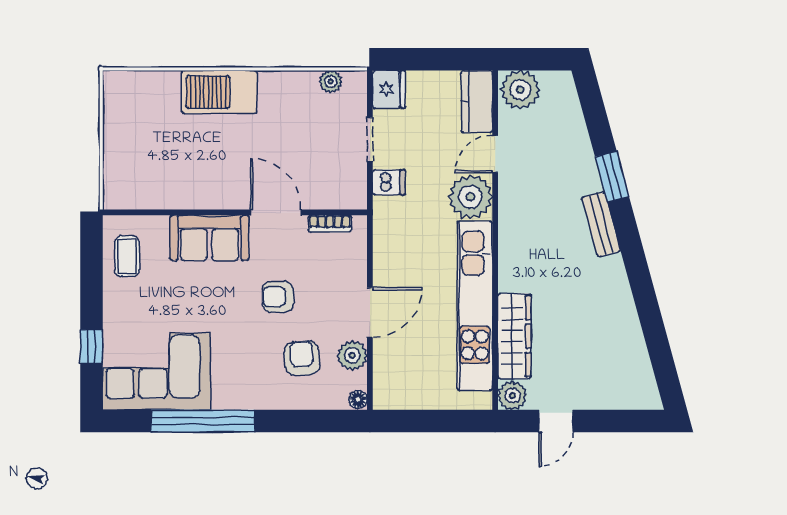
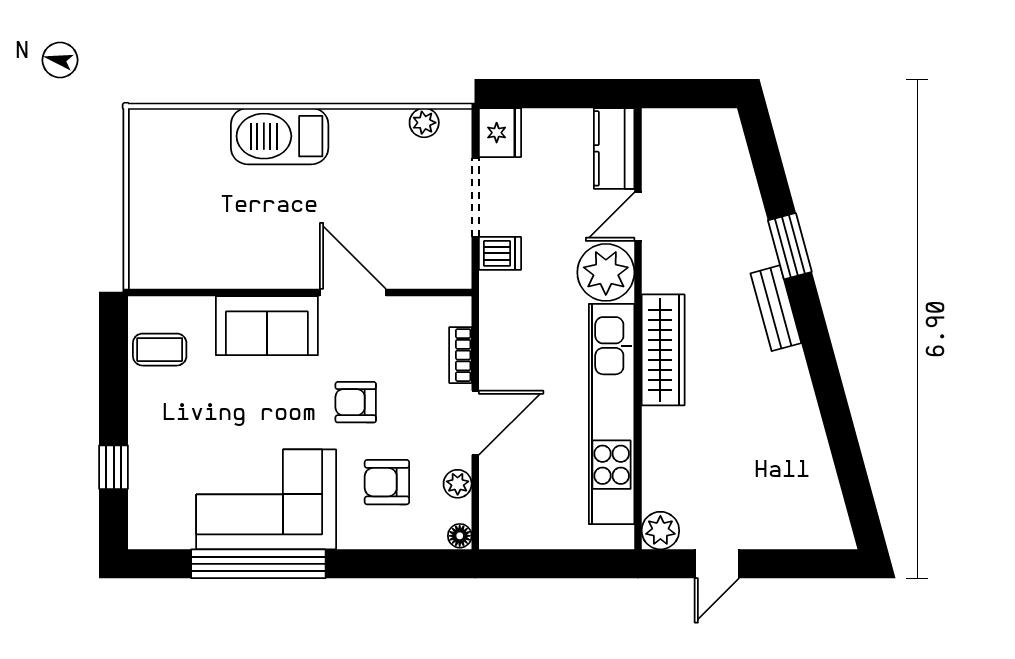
plant: (520, 90) -> (671, 133), removed
doorway: (370, 139) -> (475, 197), width x1.38
bookcase: (330, 224) -> (460, 355), moved, turned 90
coffee table: (127, 256) -> (160, 350), turned 90
wardrobe: (514, 336) -> (663, 350), moved
plant: (352, 355) -> (458, 484), width x0.73, depth x0.73
armchair: (302, 358) -> (387, 482), turned -86
corner sofa: (157, 371) -> (266, 499), moved

